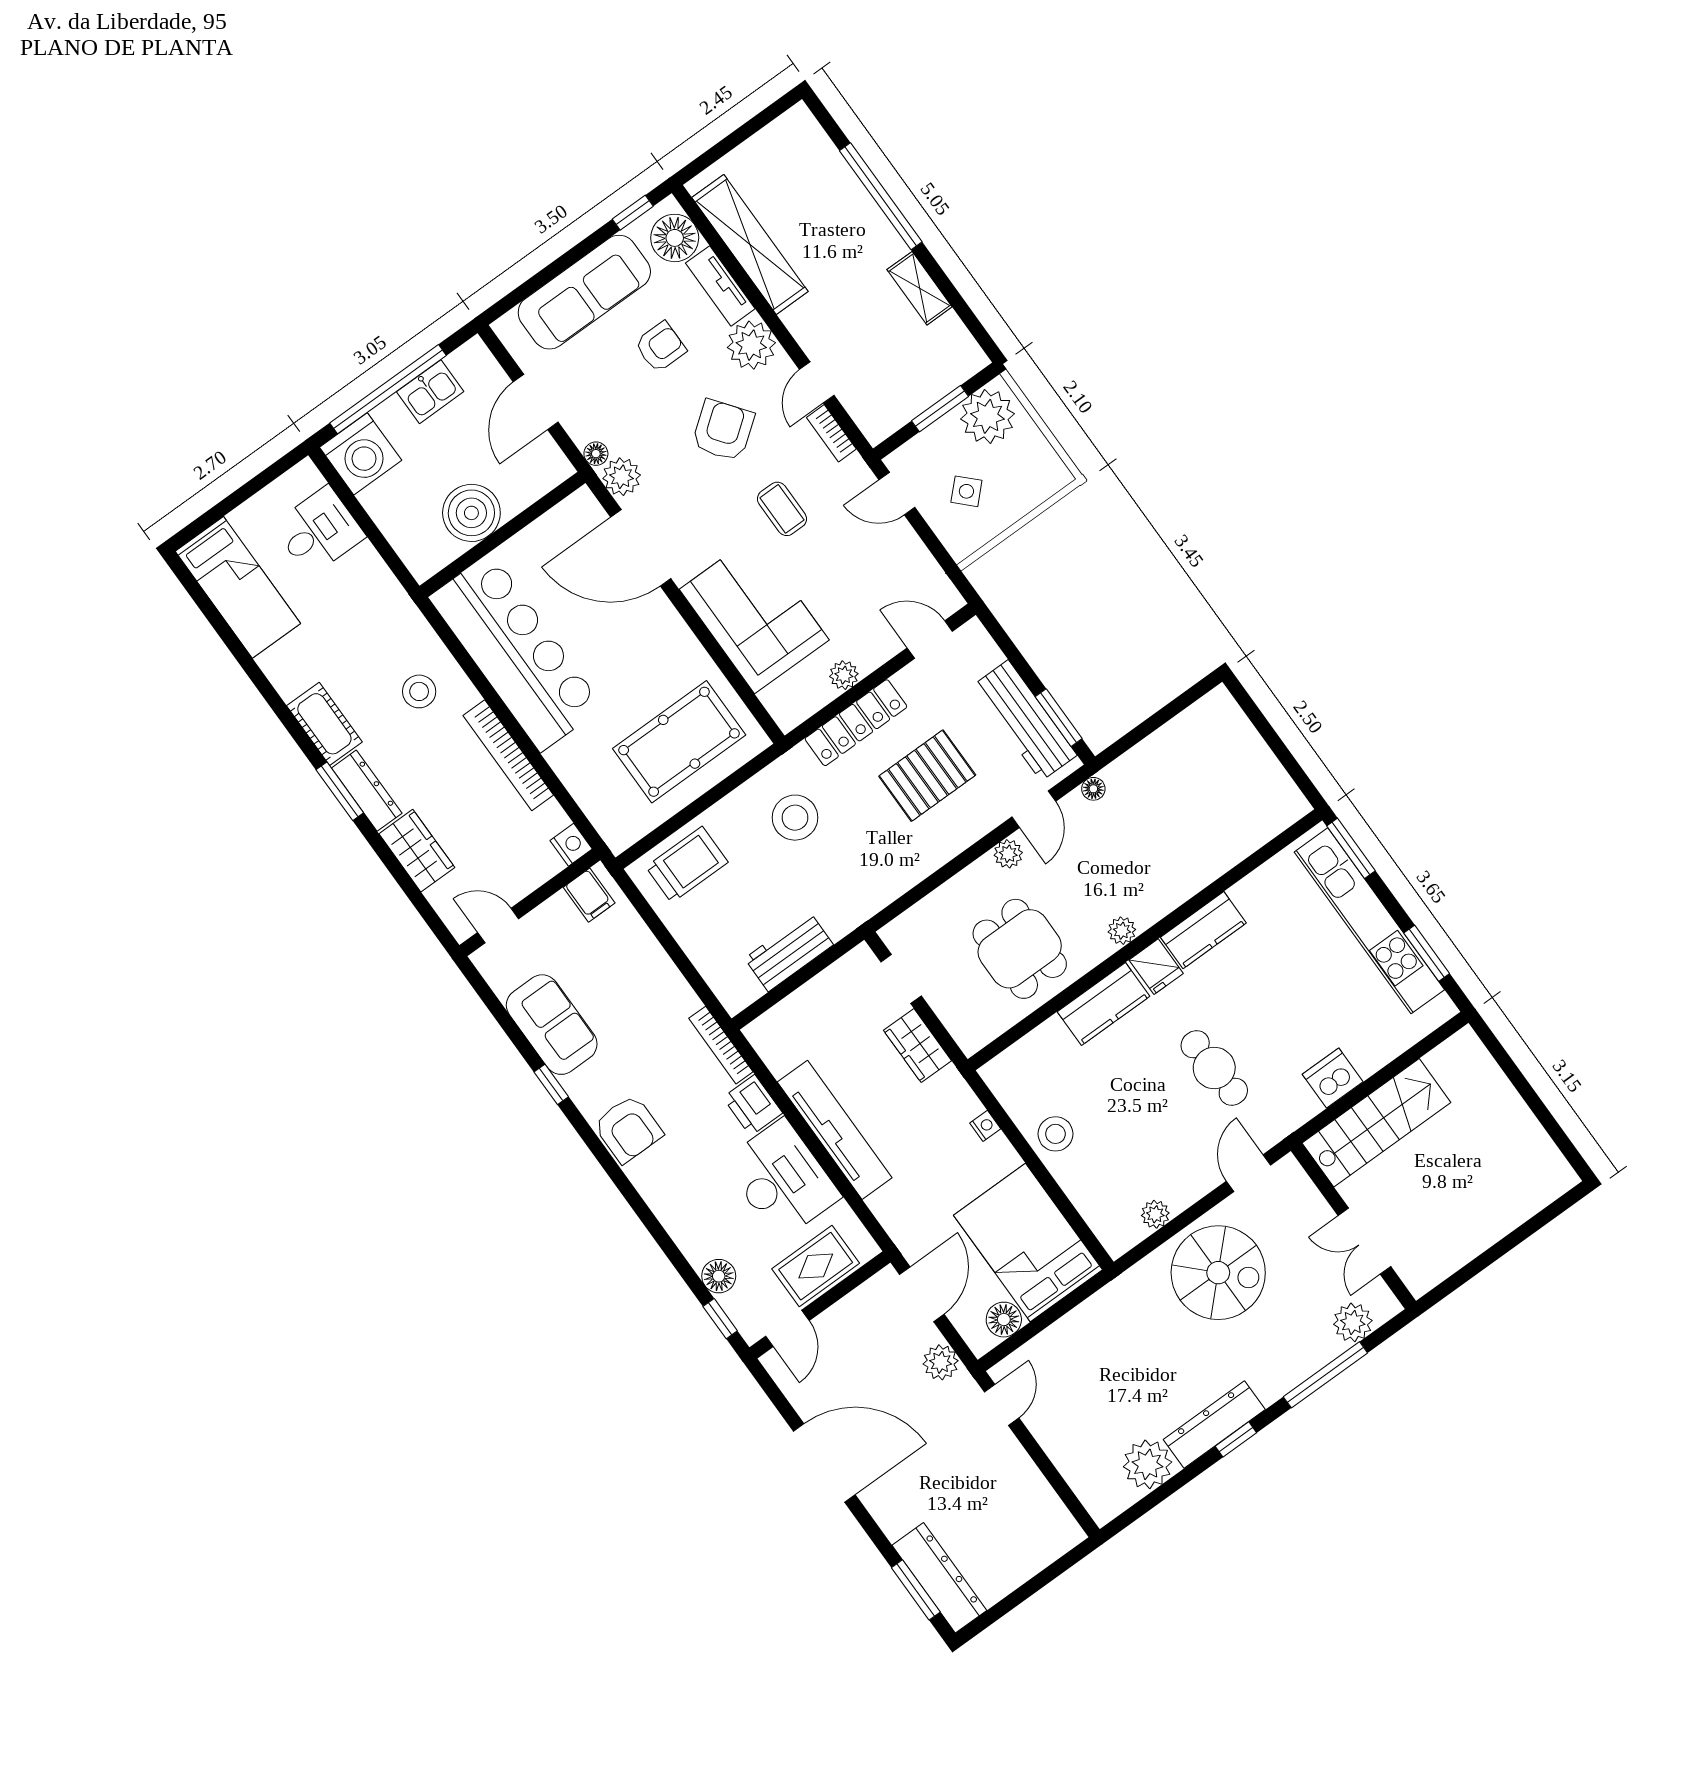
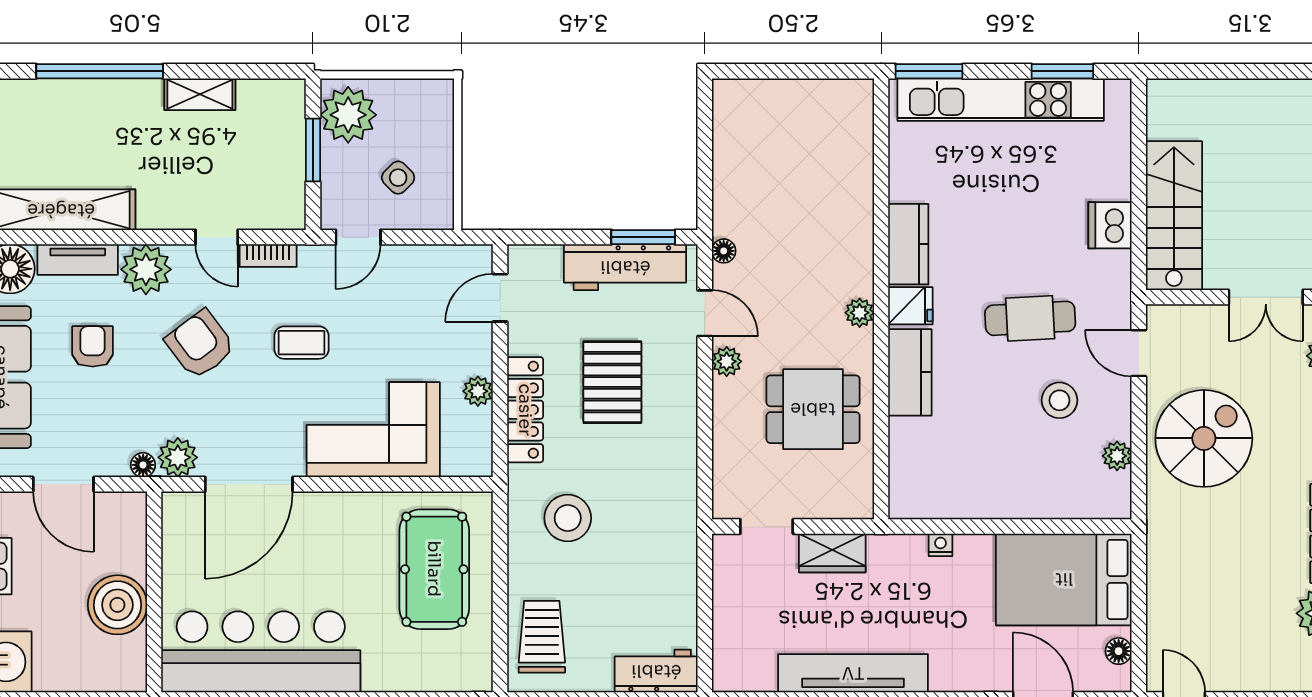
workbench: (789, 952) -> (656, 671), moved, turned 90
stool: (1056, 1134) -> (1059, 400), moved
floor lamp: (1004, 1320) -> (1119, 651), width x0.73, depth x0.73

